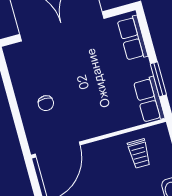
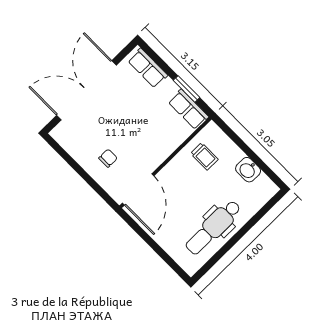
chair: (46, 103) -> (108, 158), turned -90

